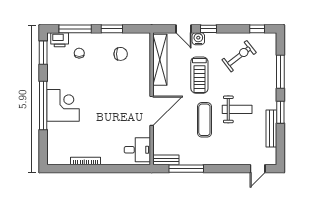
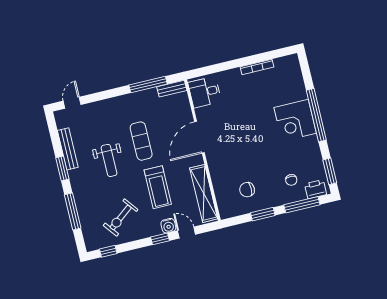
treadmill: (199, 75) -> (158, 187), turned 180
weight bench: (237, 109) -> (109, 160), turned -90

